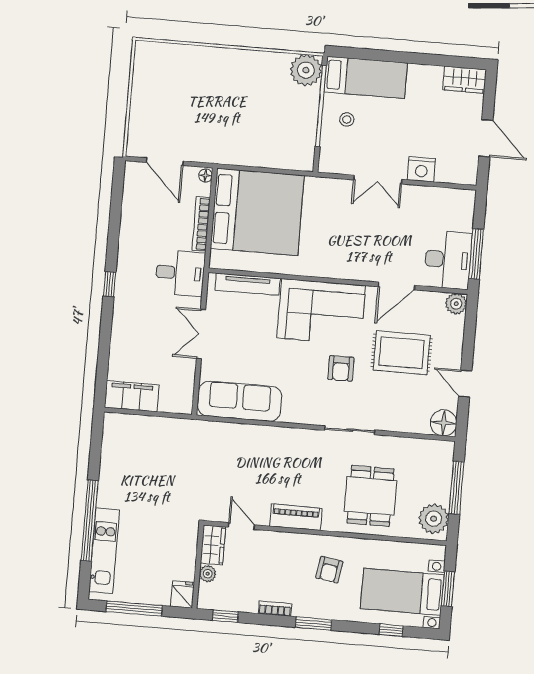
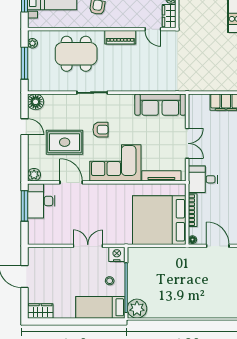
nightstand: (421, 169) -> (117, 254), moved
door: (396, 286) -> (71, 182), hinge flipped
armchair: (341, 368) -> (101, 130), turned 90
dining table: (370, 496) -> (76, 54), width x1.38
plant: (434, 519) -> (32, 43), width x0.53, depth x0.53

